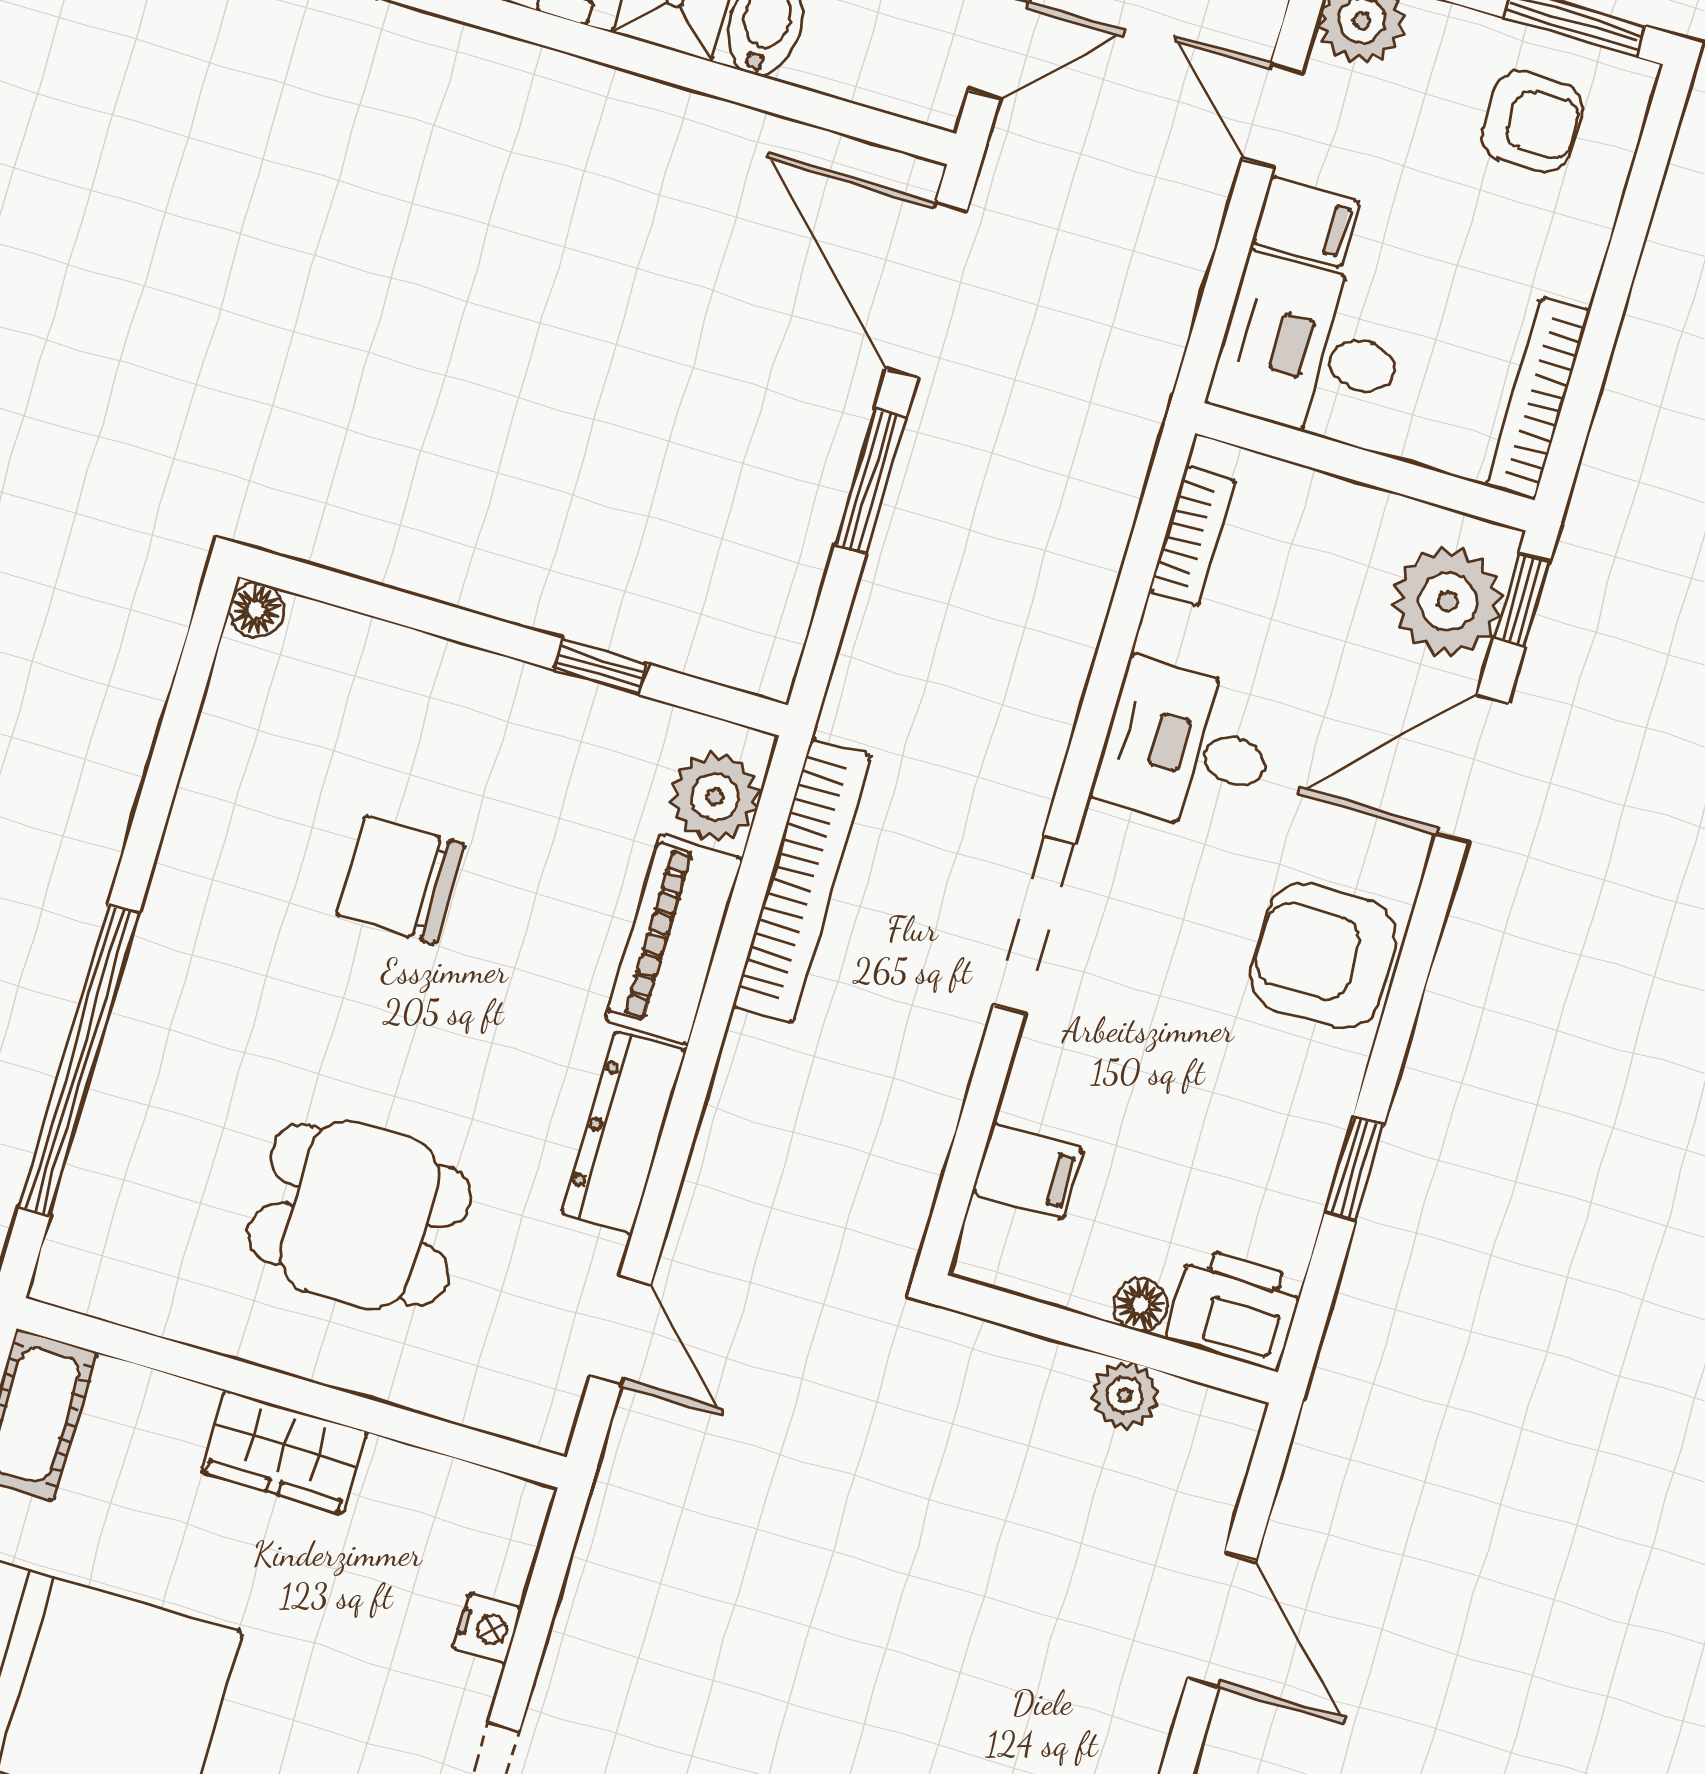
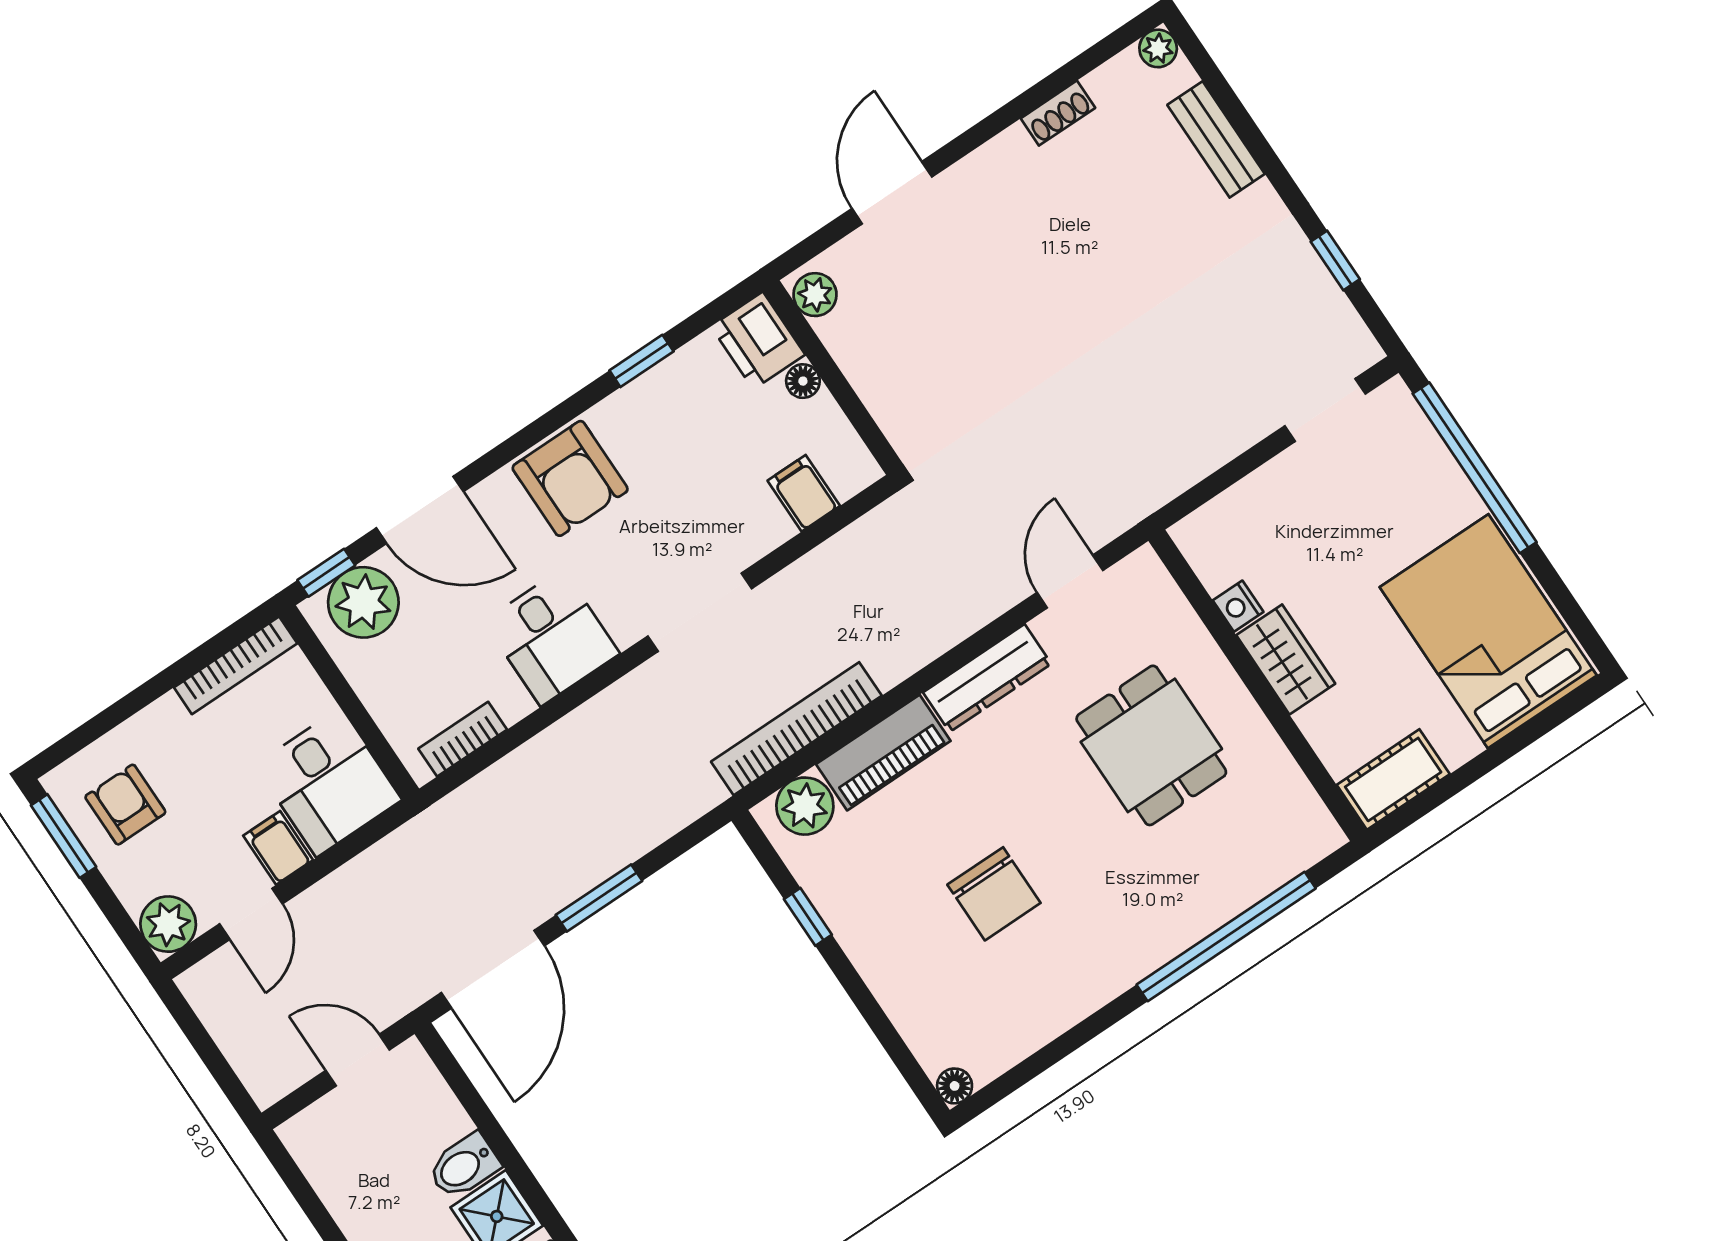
plant: (1125, 1395) -> (815, 295), moved
nightstand: (487, 1628) -> (1238, 606), moved, turned -90

